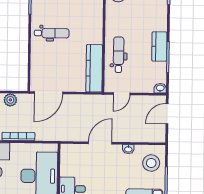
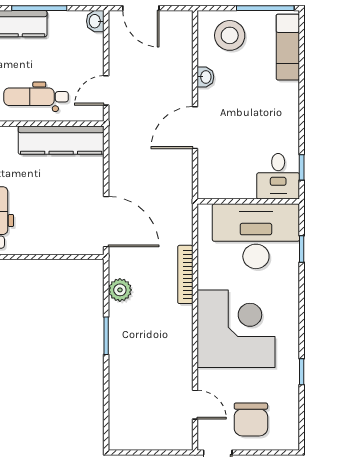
door: (122, 94) -> (106, 90), swing flipped
door: (100, 143) -> (195, 128), hinge flipped

